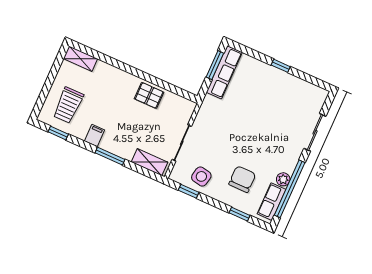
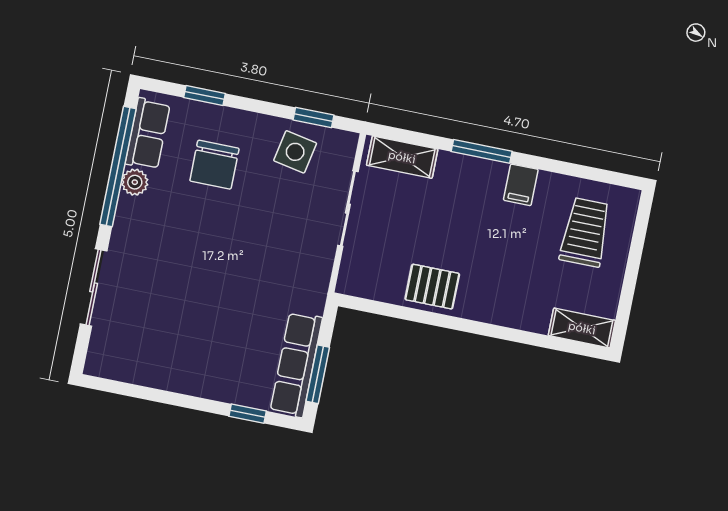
window: (281, 66) -> (248, 414), moved
window: (58, 133) -> (593, 174), removed

